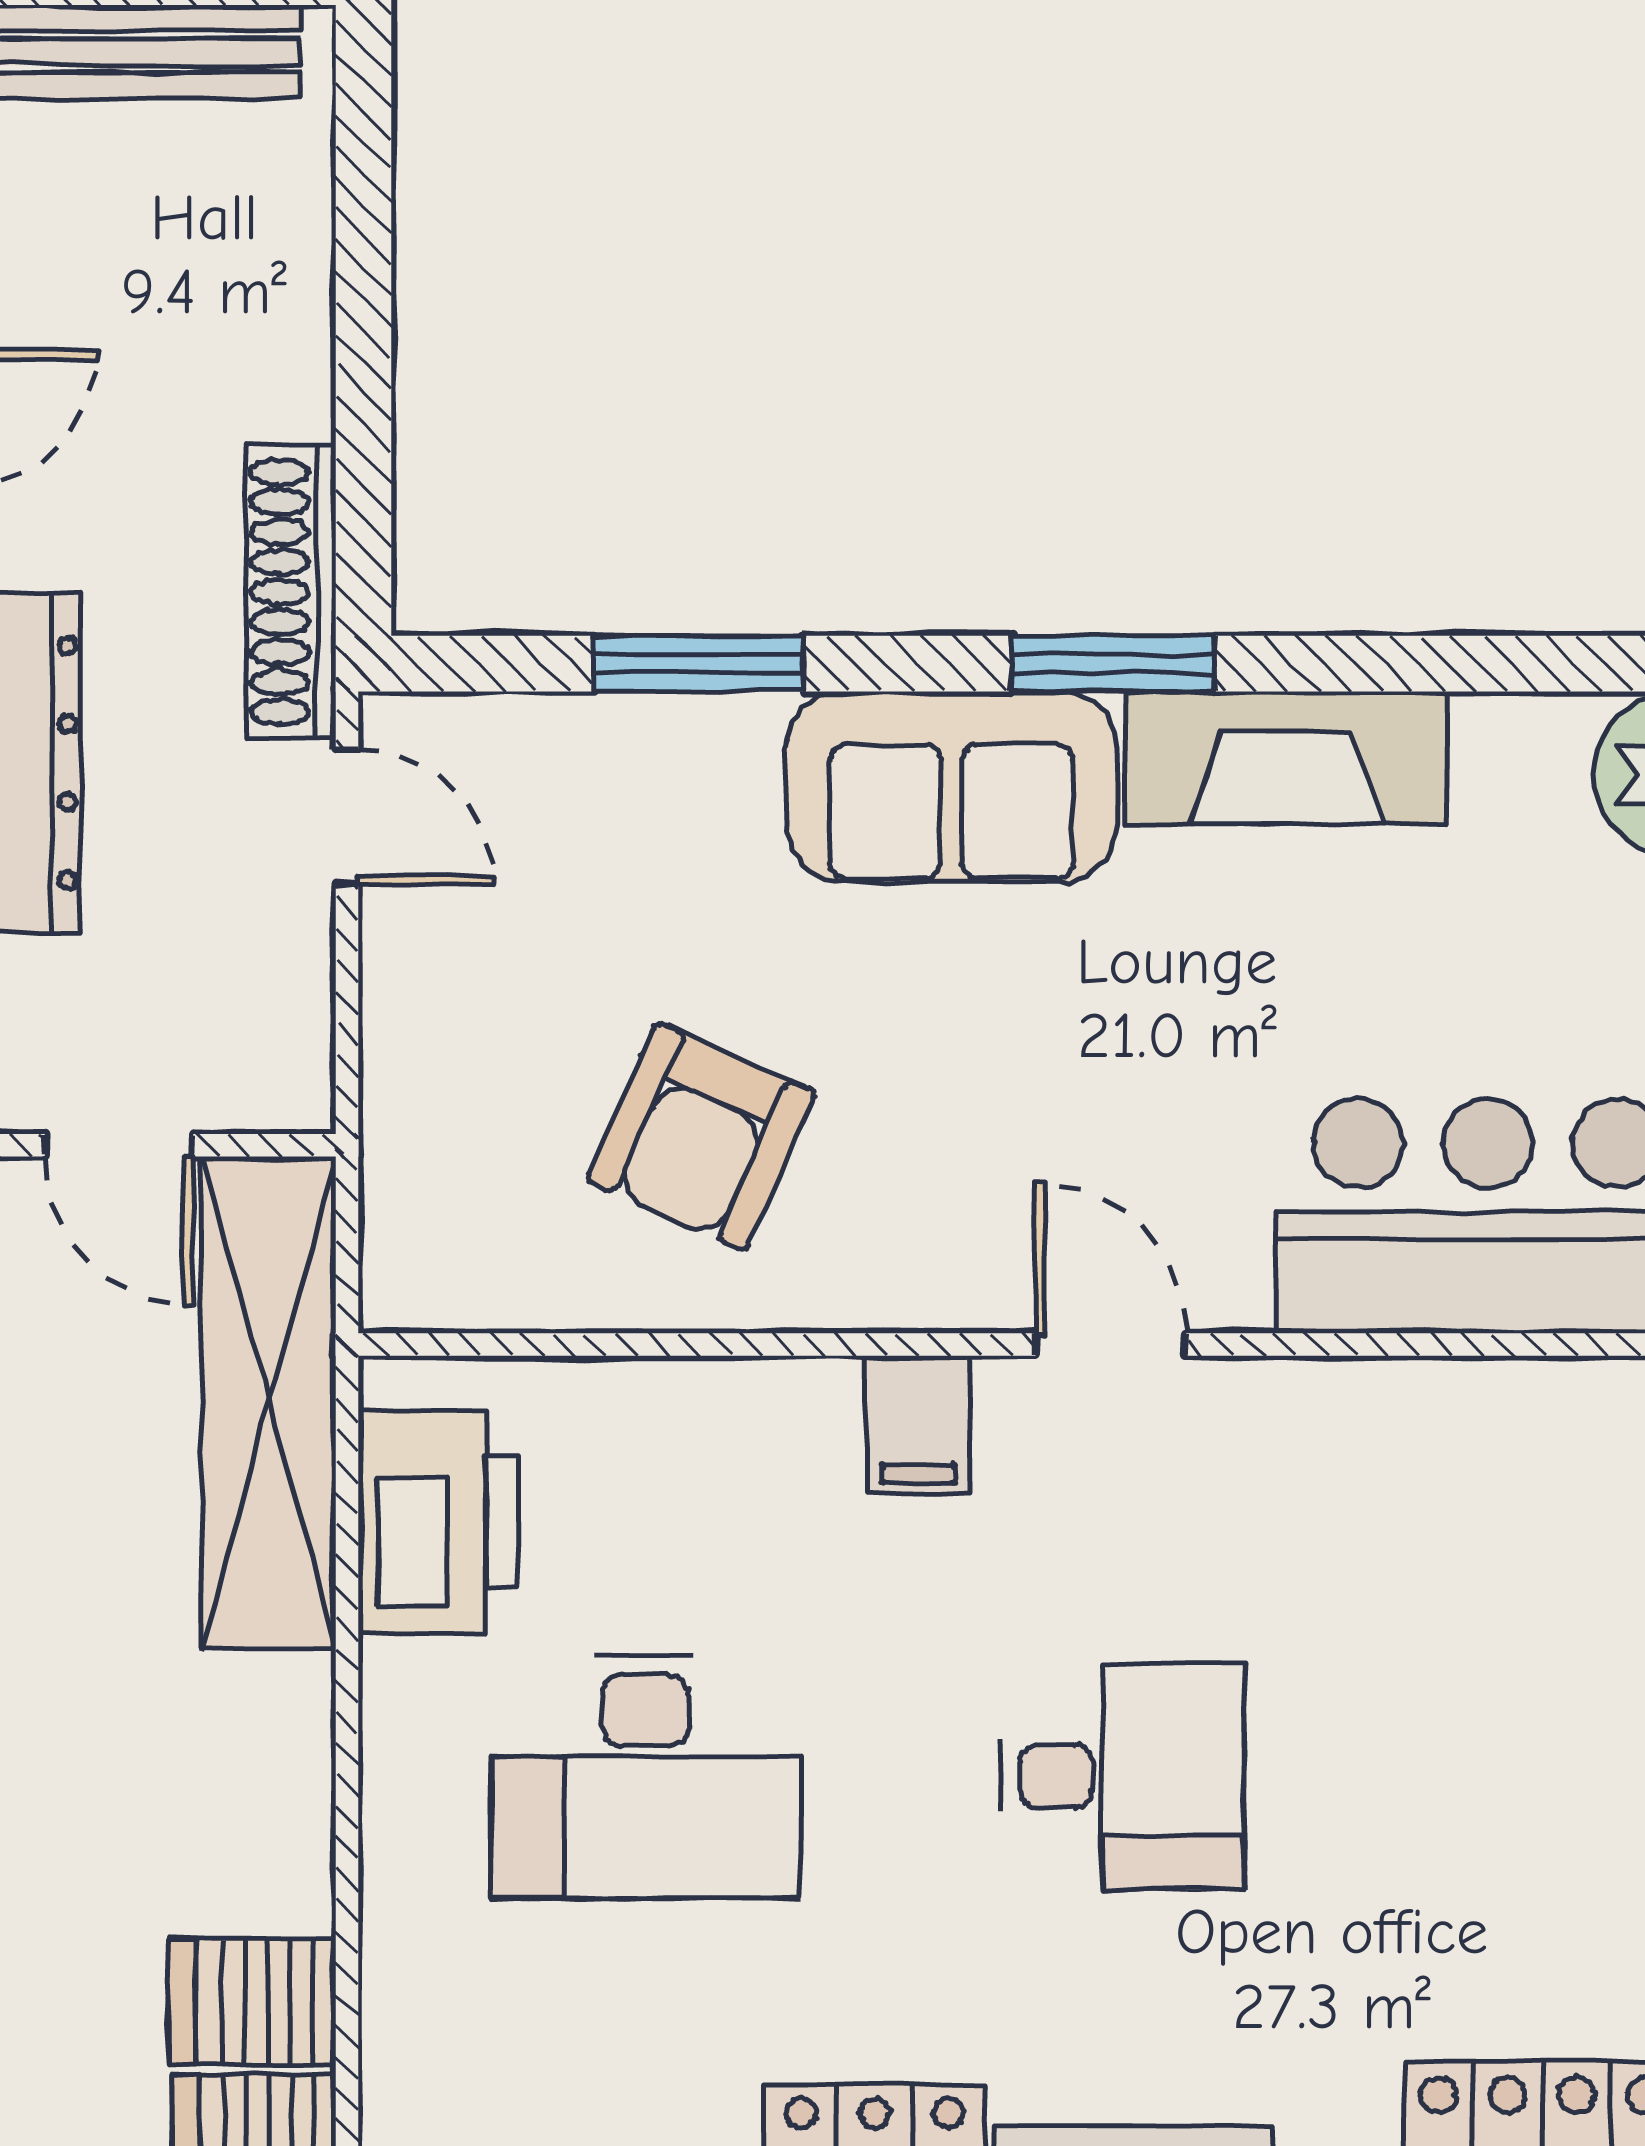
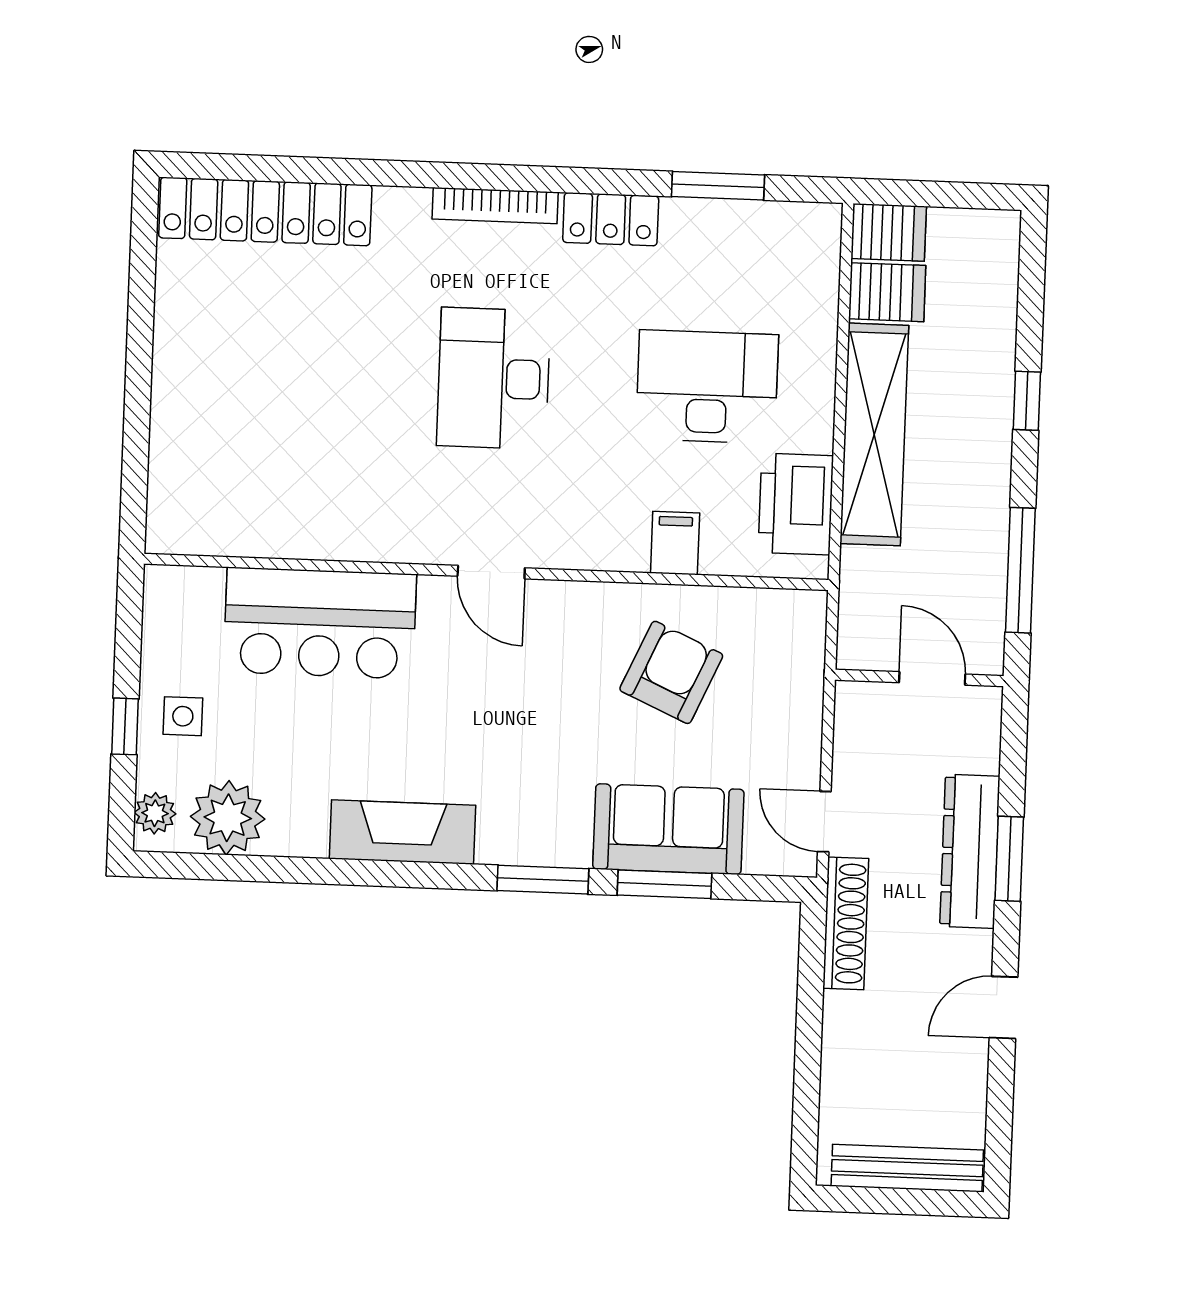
window: (1112, 664) -> (543, 880), moved
sofa: (951, 787) -> (668, 829), moved
shelving: (269, 1403) -> (874, 434), moved
filing cabinet: (918, 1425) -> (675, 543), moved
desk: (1122, 1776) -> (494, 378), width x1.37

